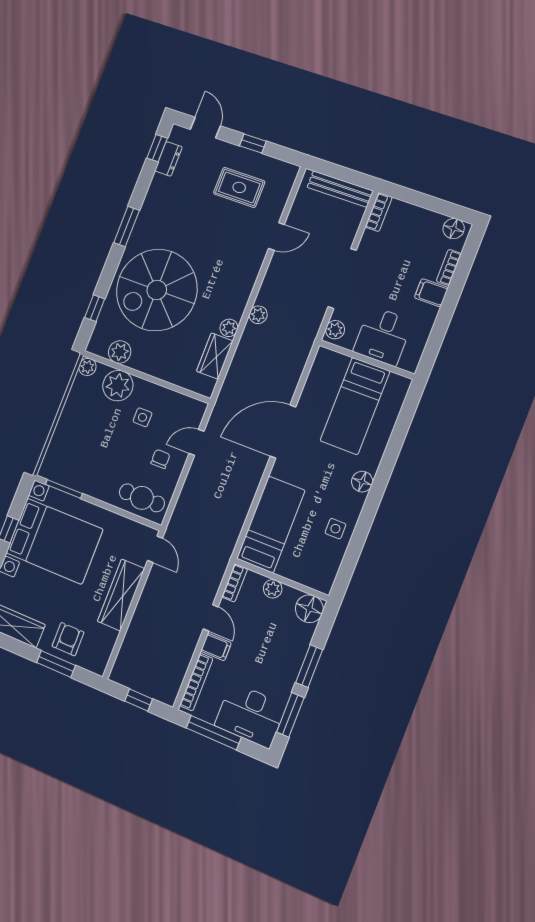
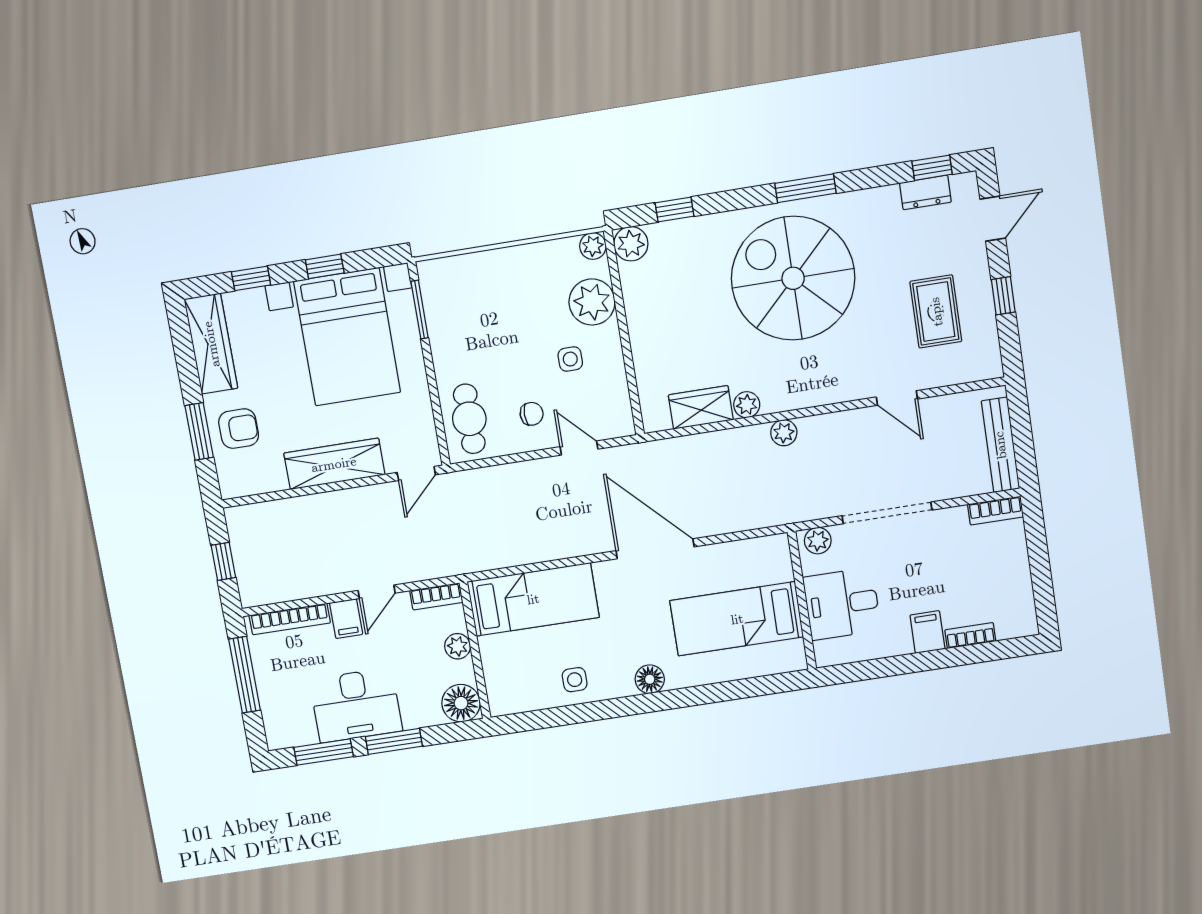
floor lamp: (454, 229) -> (1022, 614), removed
spiral stairs: (157, 290) -> (793, 278), moved
plant: (120, 352) -> (631, 244), moved
desk: (250, 715) -> (356, 705), moved, turned -90

